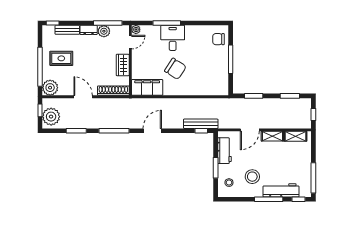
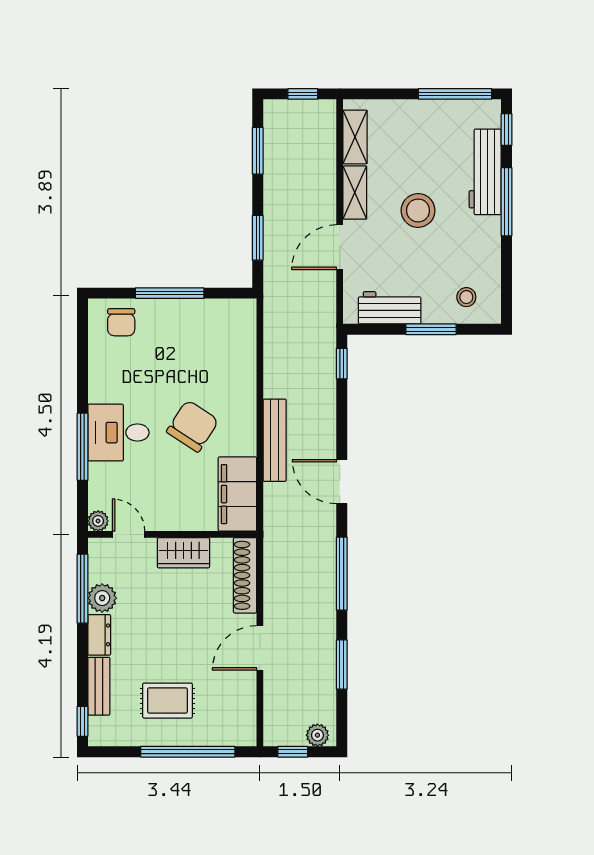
rug: (61, 58) -> (167, 701), turned 90
plant: (50, 88) -> (238, 728), removed
plant: (51, 117) -> (317, 735), width x0.53, depth x0.53
bench: (201, 124) -> (275, 440), moved
door: (250, 130) -> (340, 247), swing flipped
stool: (252, 177) -> (418, 210), moved

